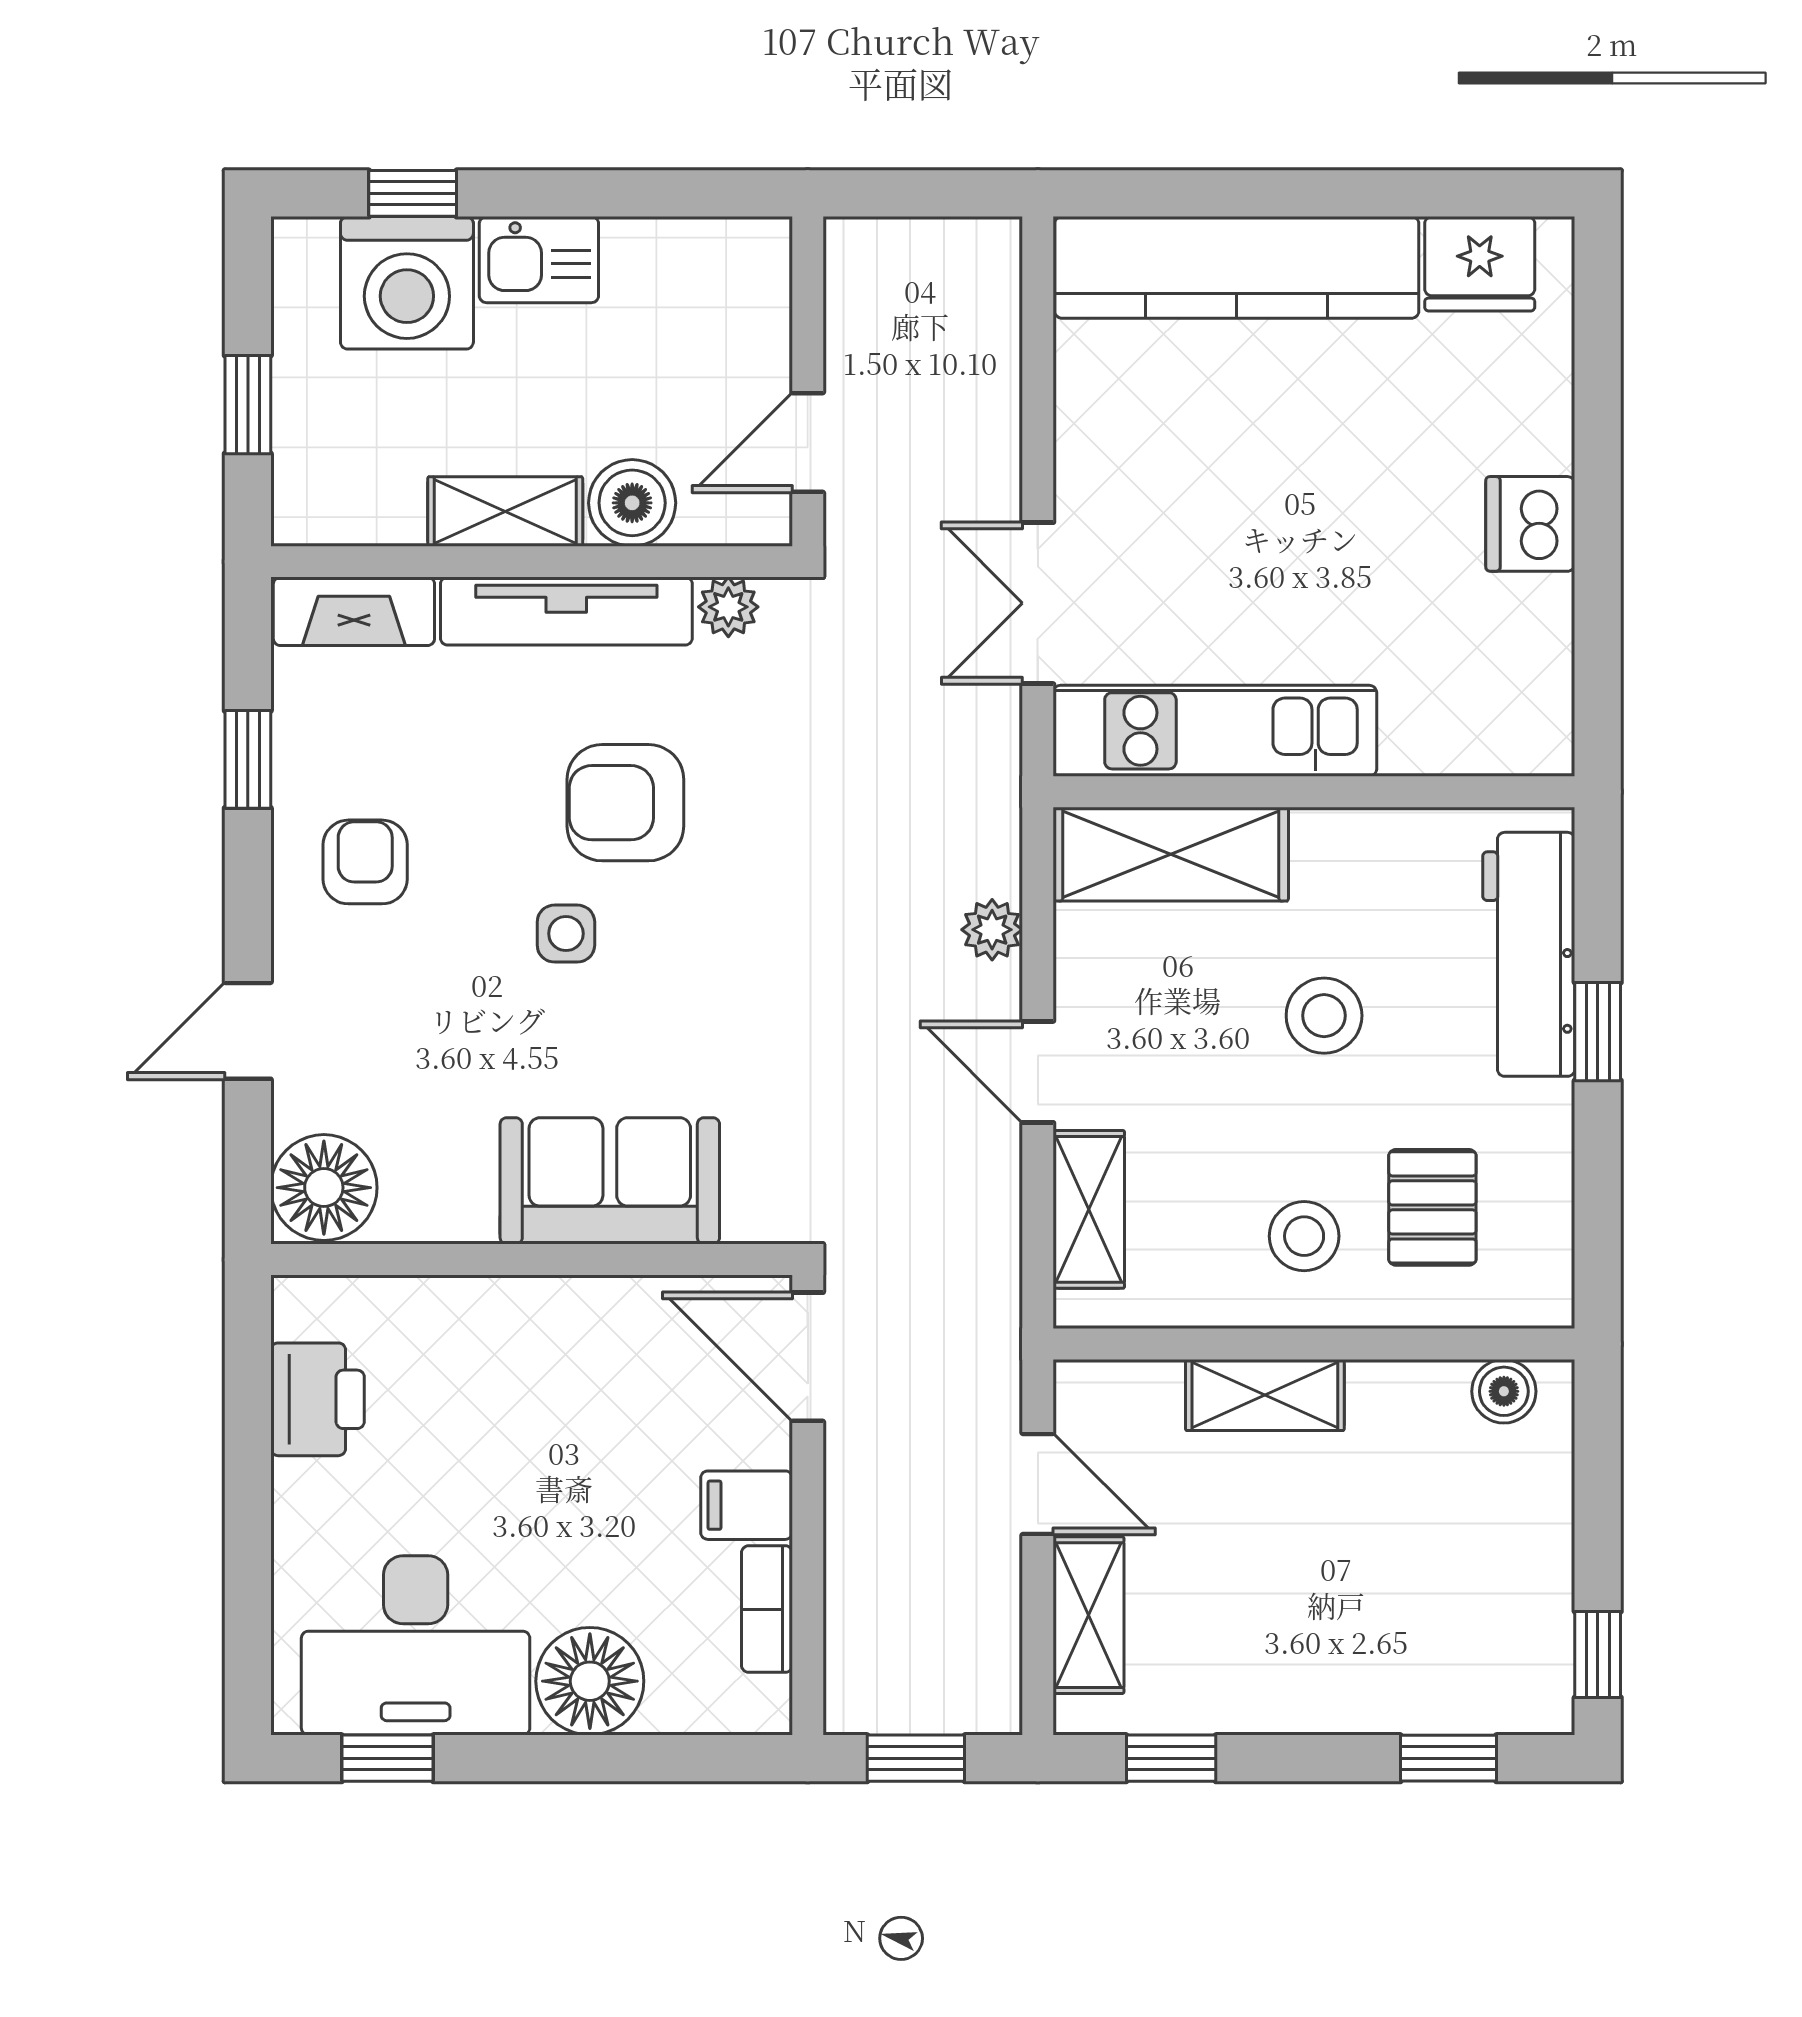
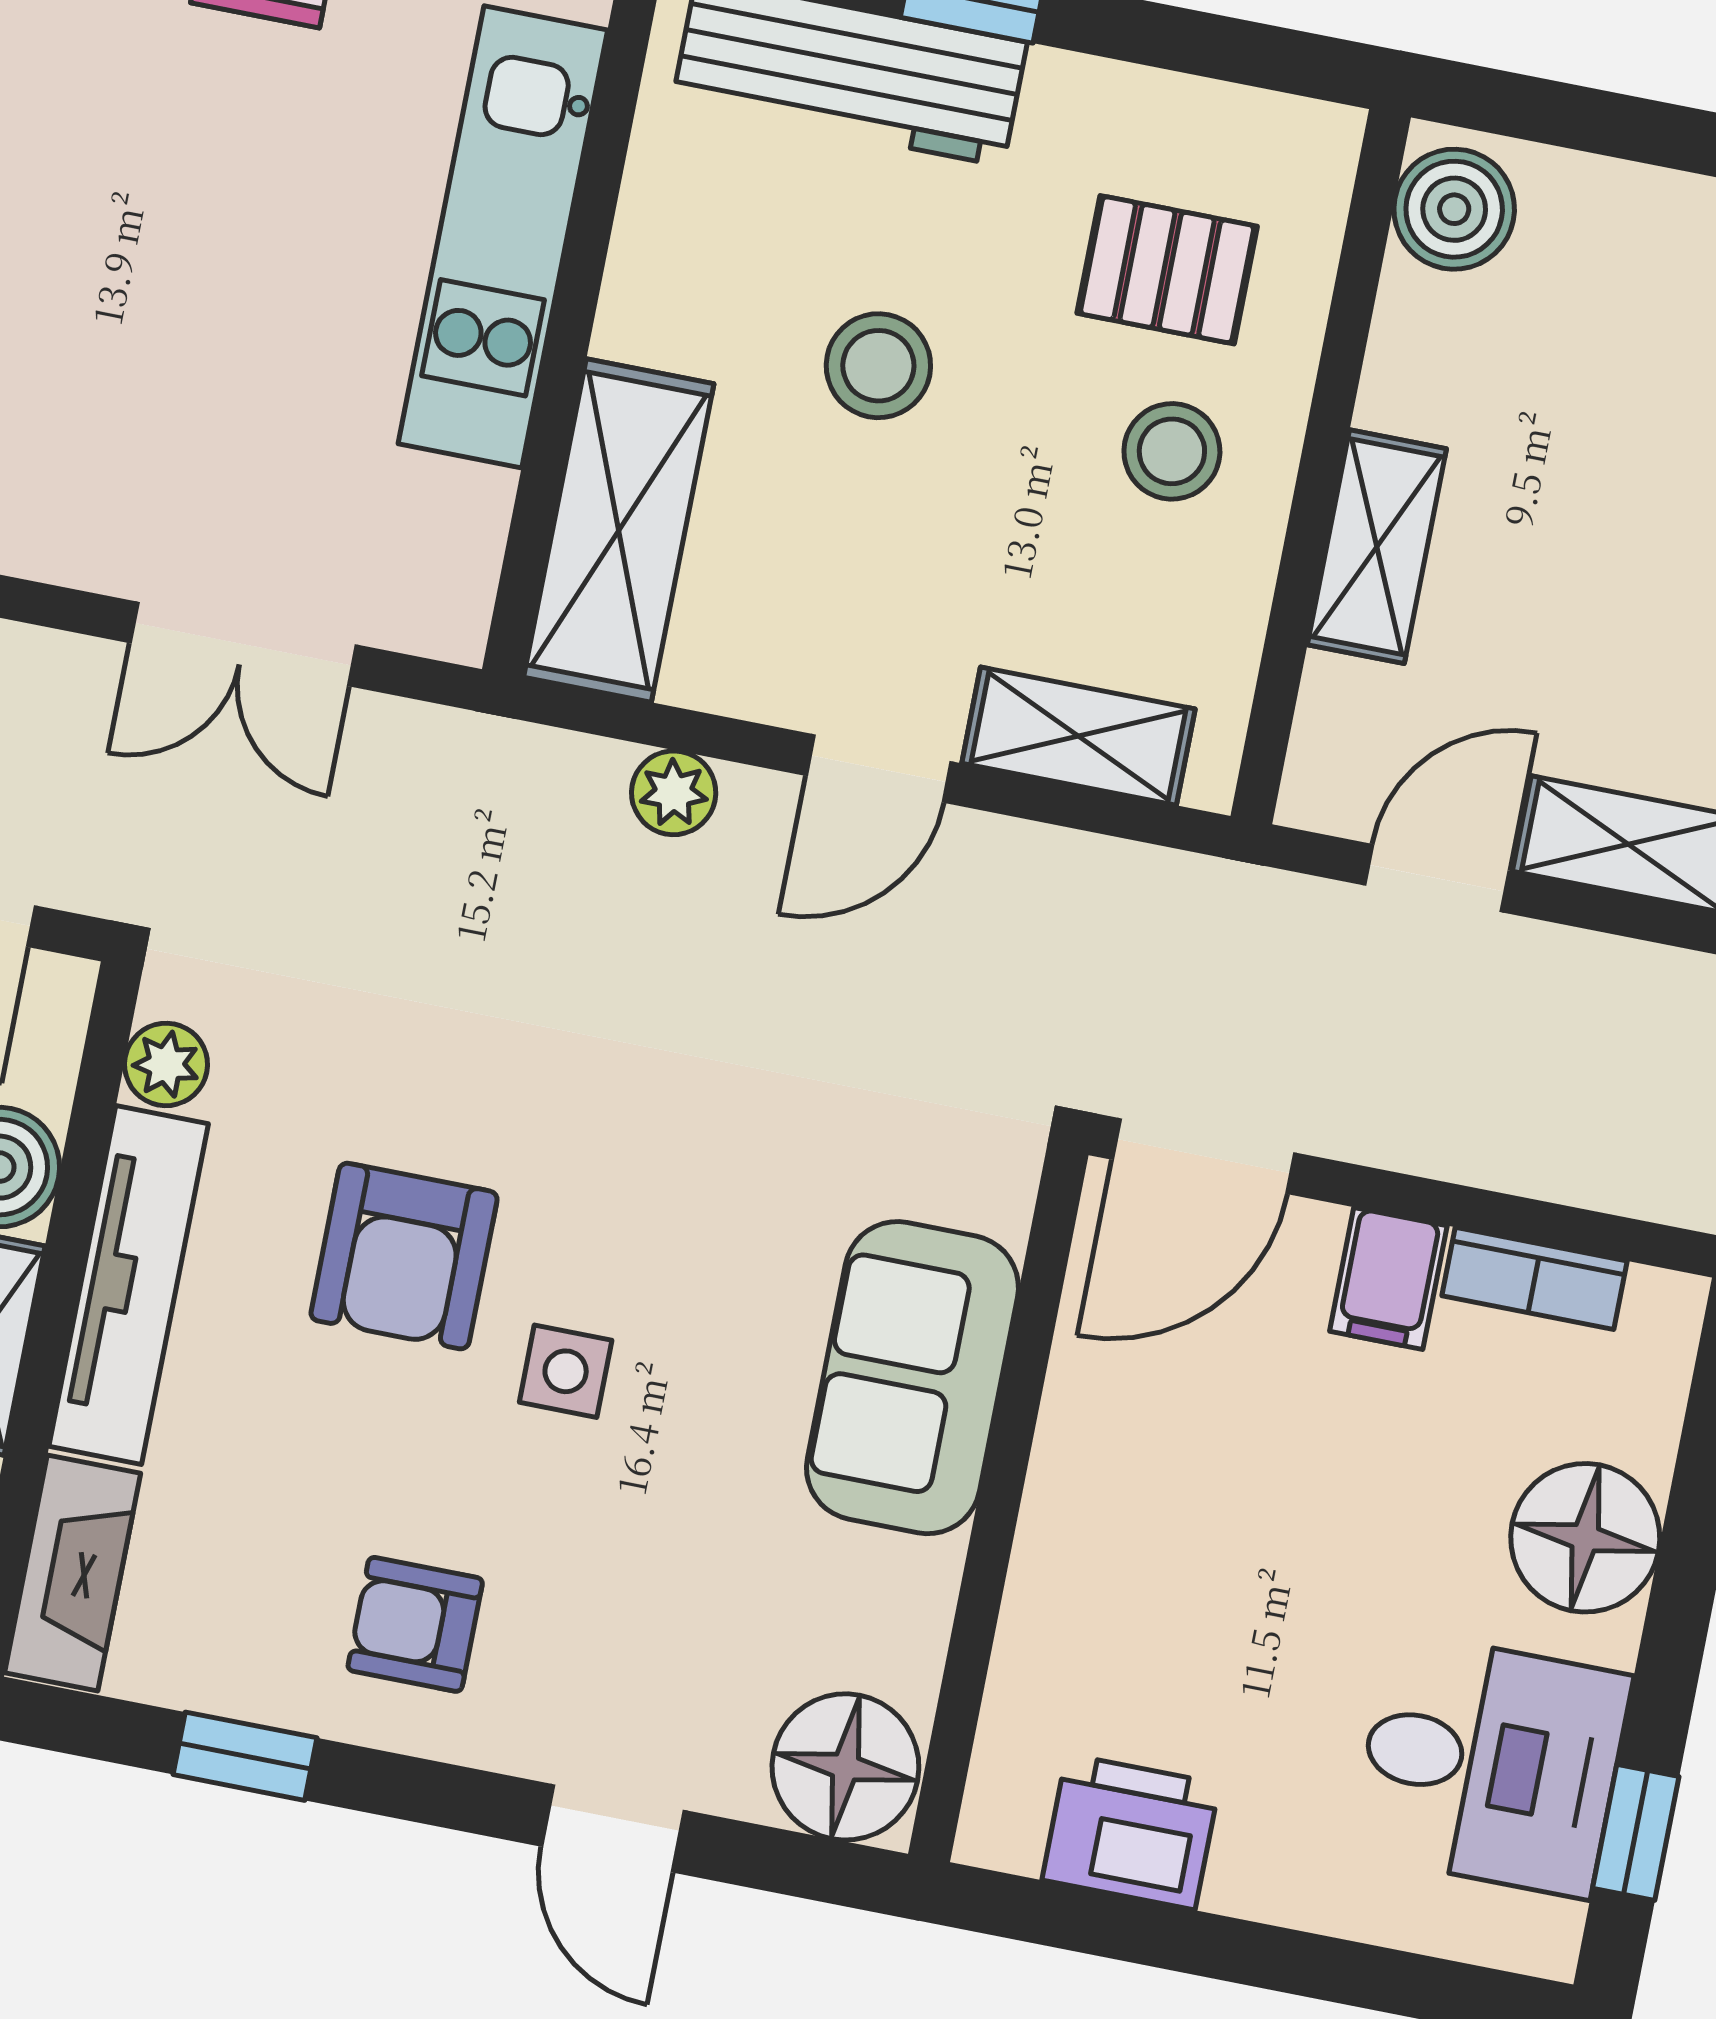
kitchen unit: (1215, 731) -> (503, 237), moved
boiler: (1504, 1391) -> (1454, 209), width x1.36, depth x1.36
desk: (416, 1645) -> (1490, 1764), width x0.73

